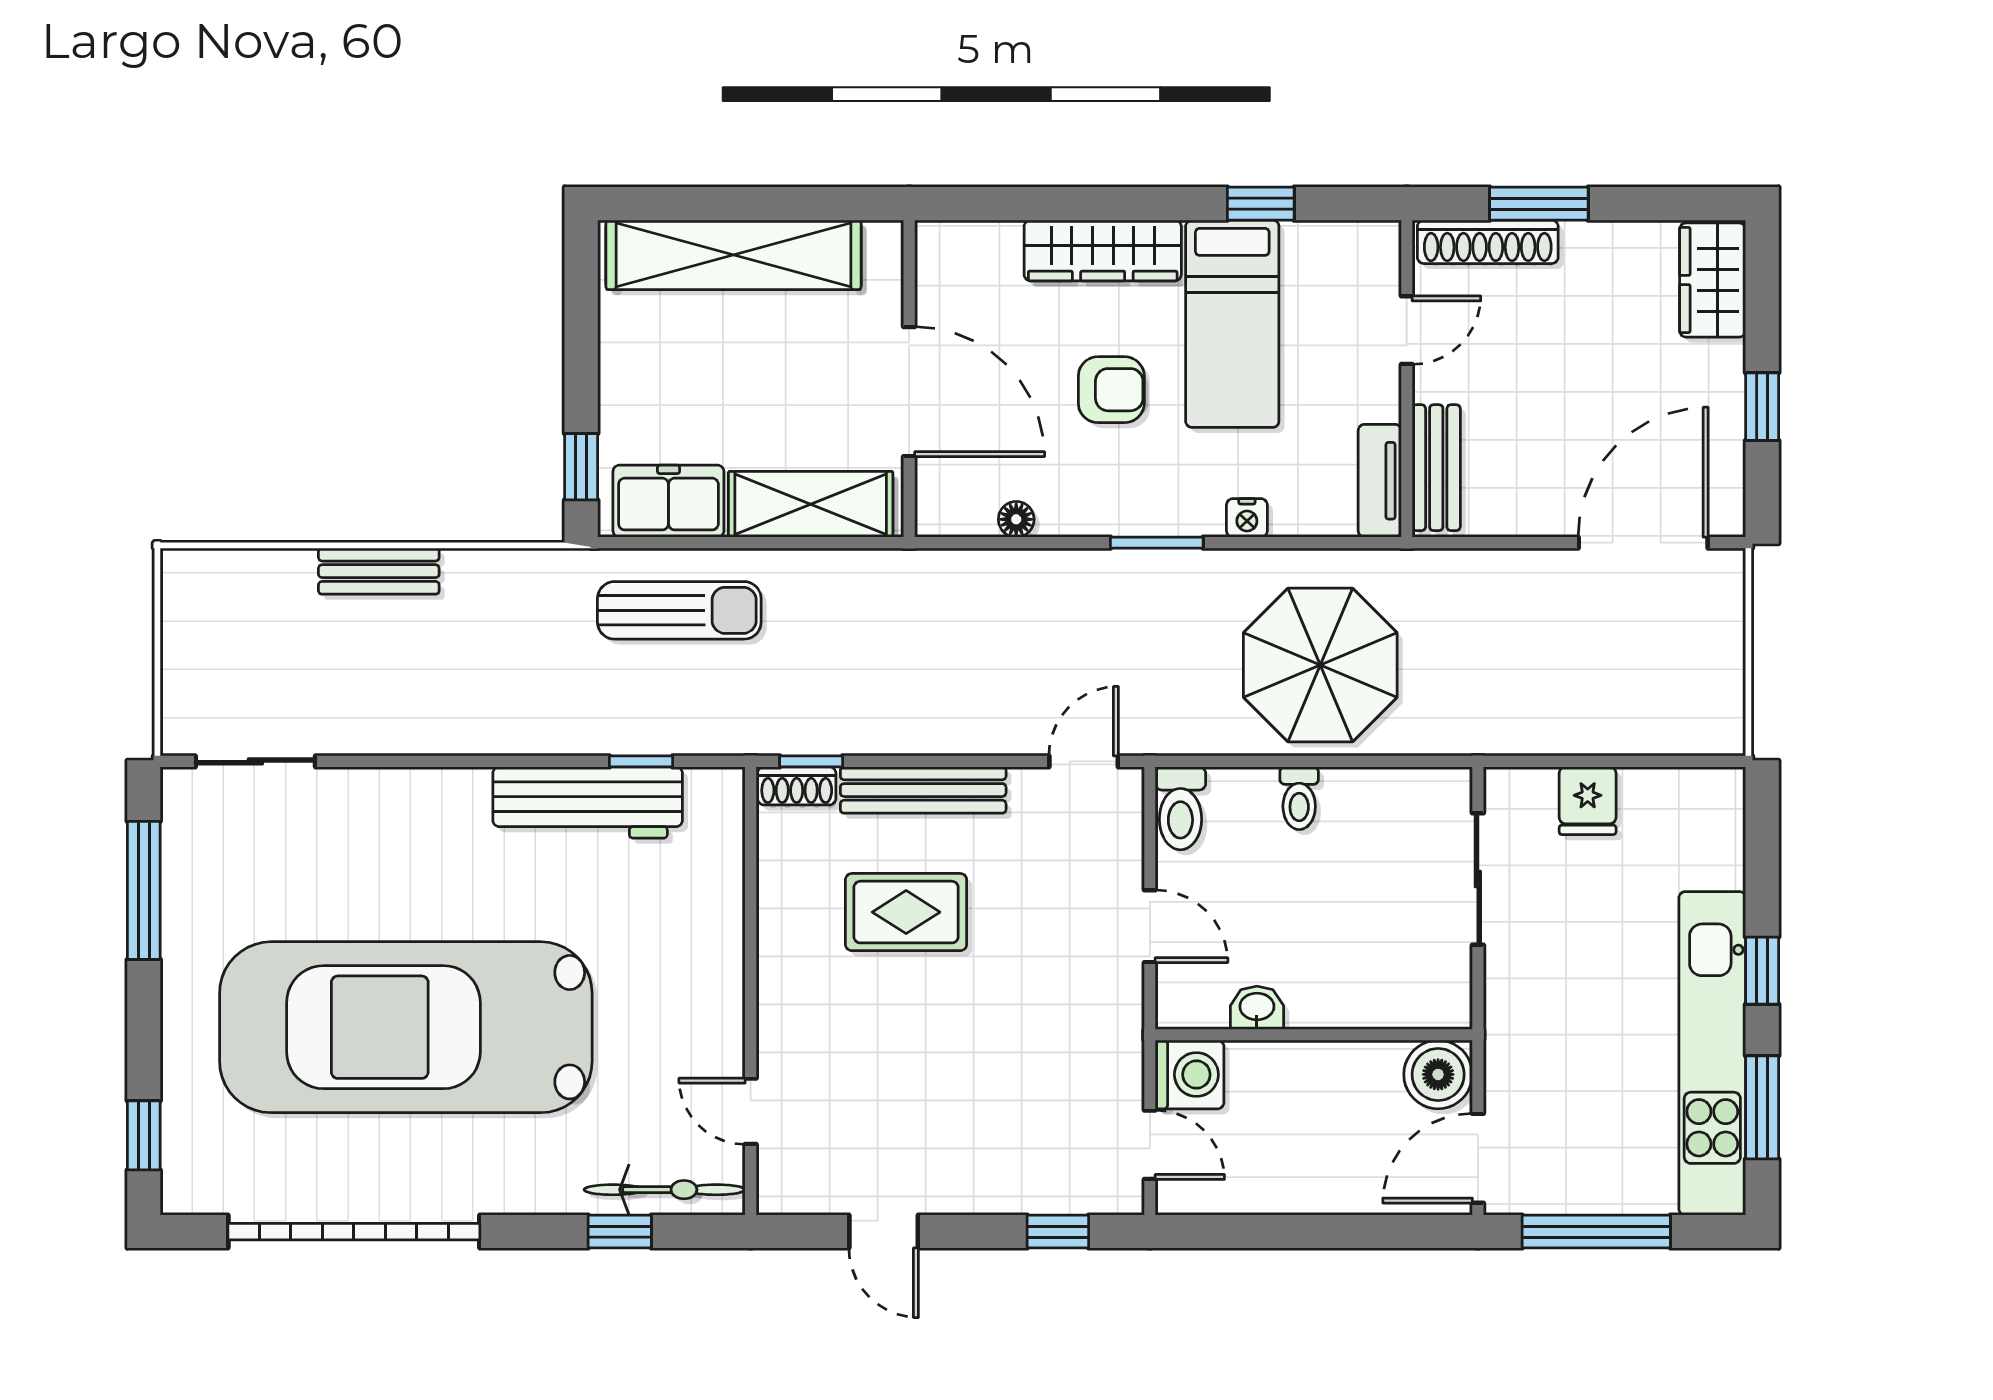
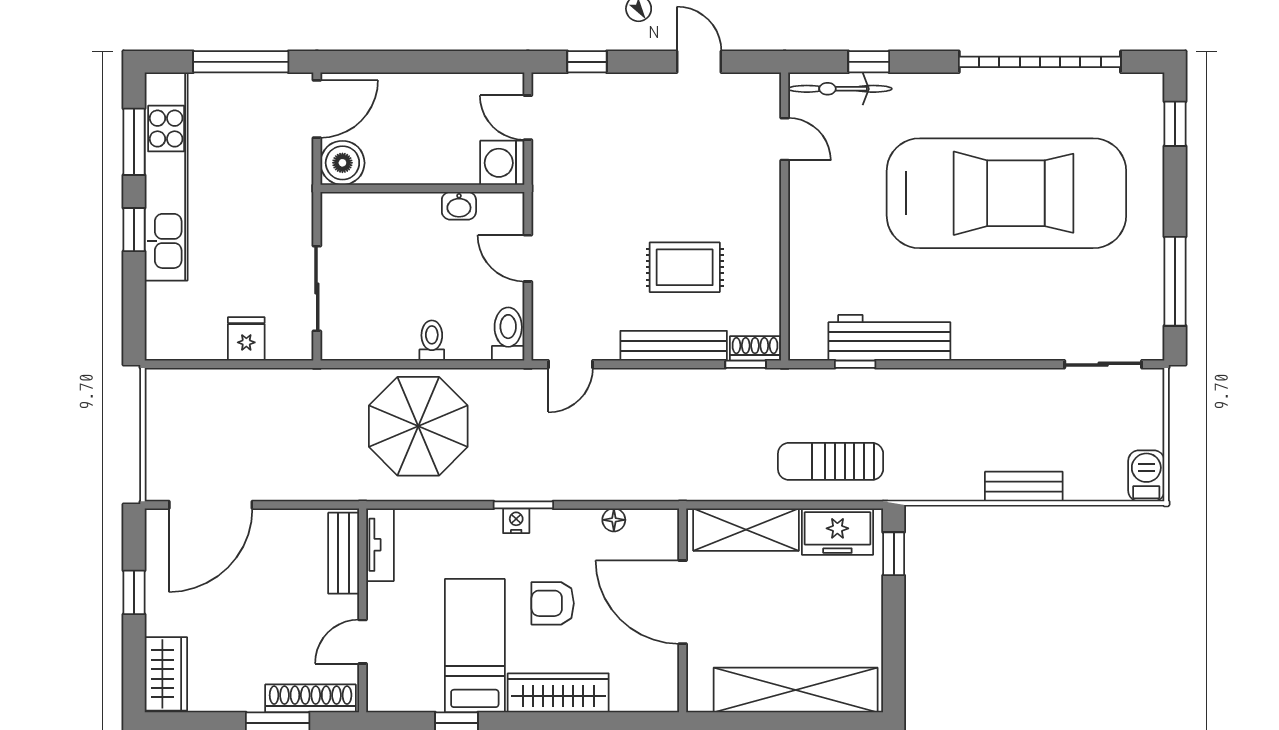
nightstand: (1247, 518) -> (516, 521), moved
barbecue: (188, 588) -> (1146, 476), added

